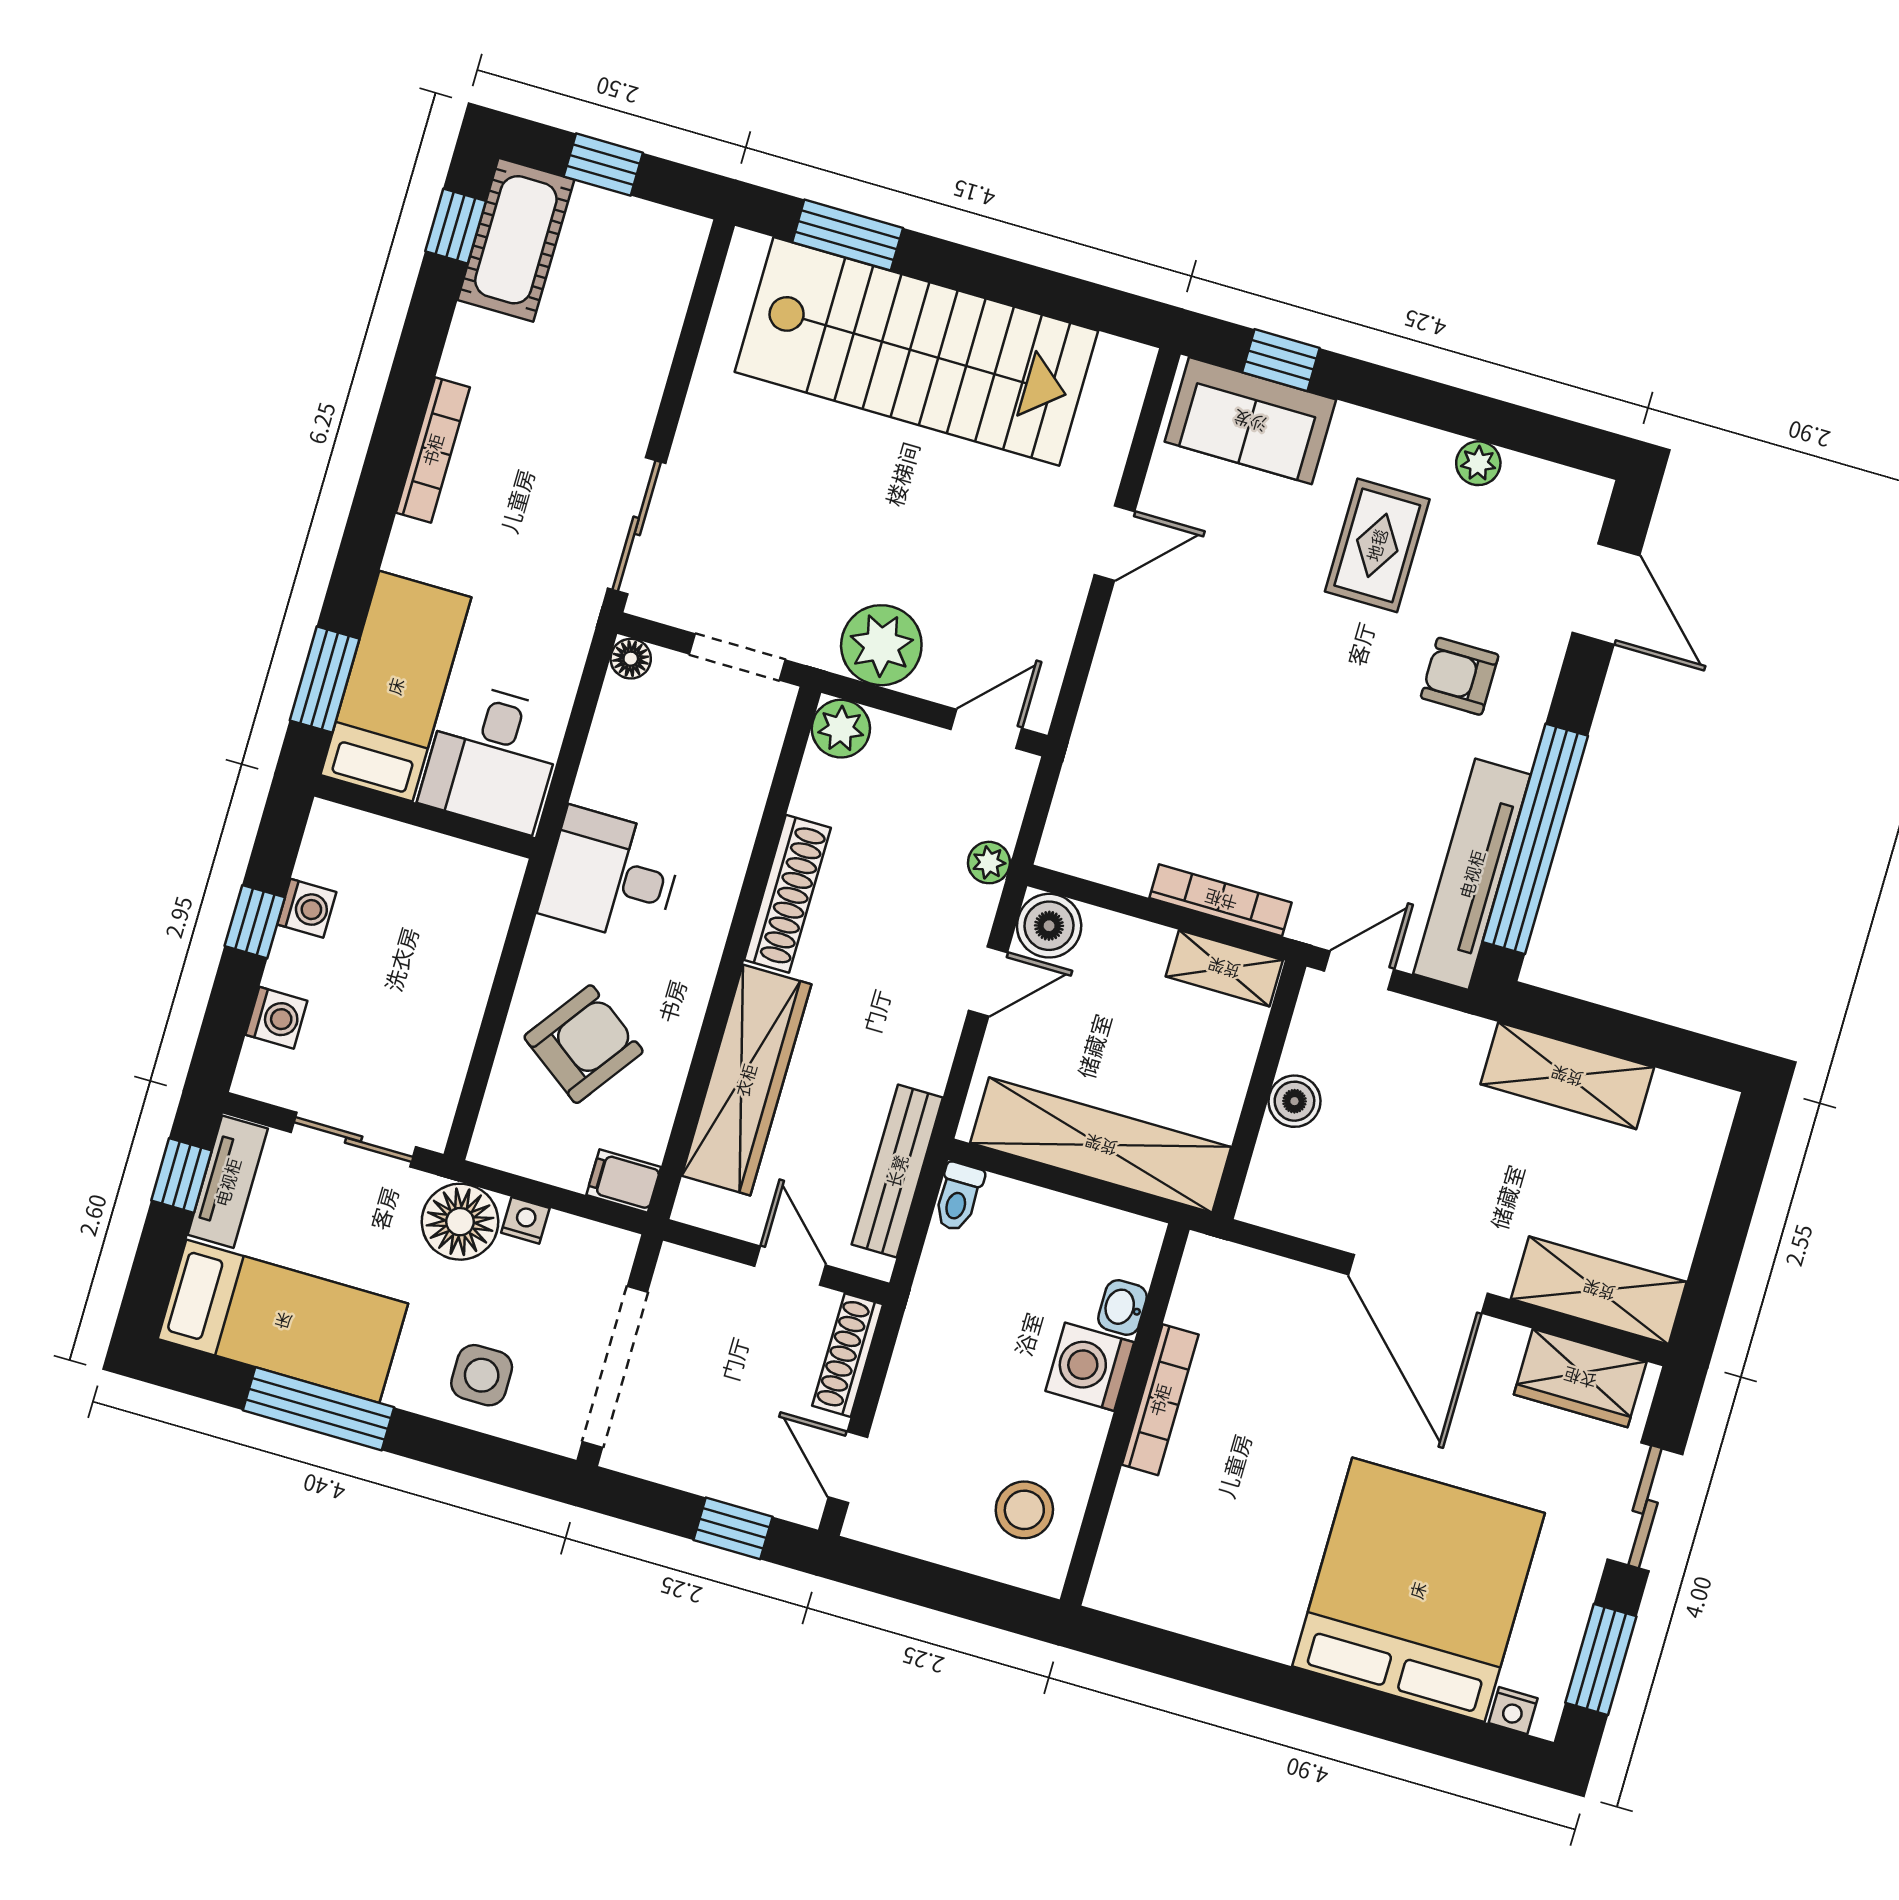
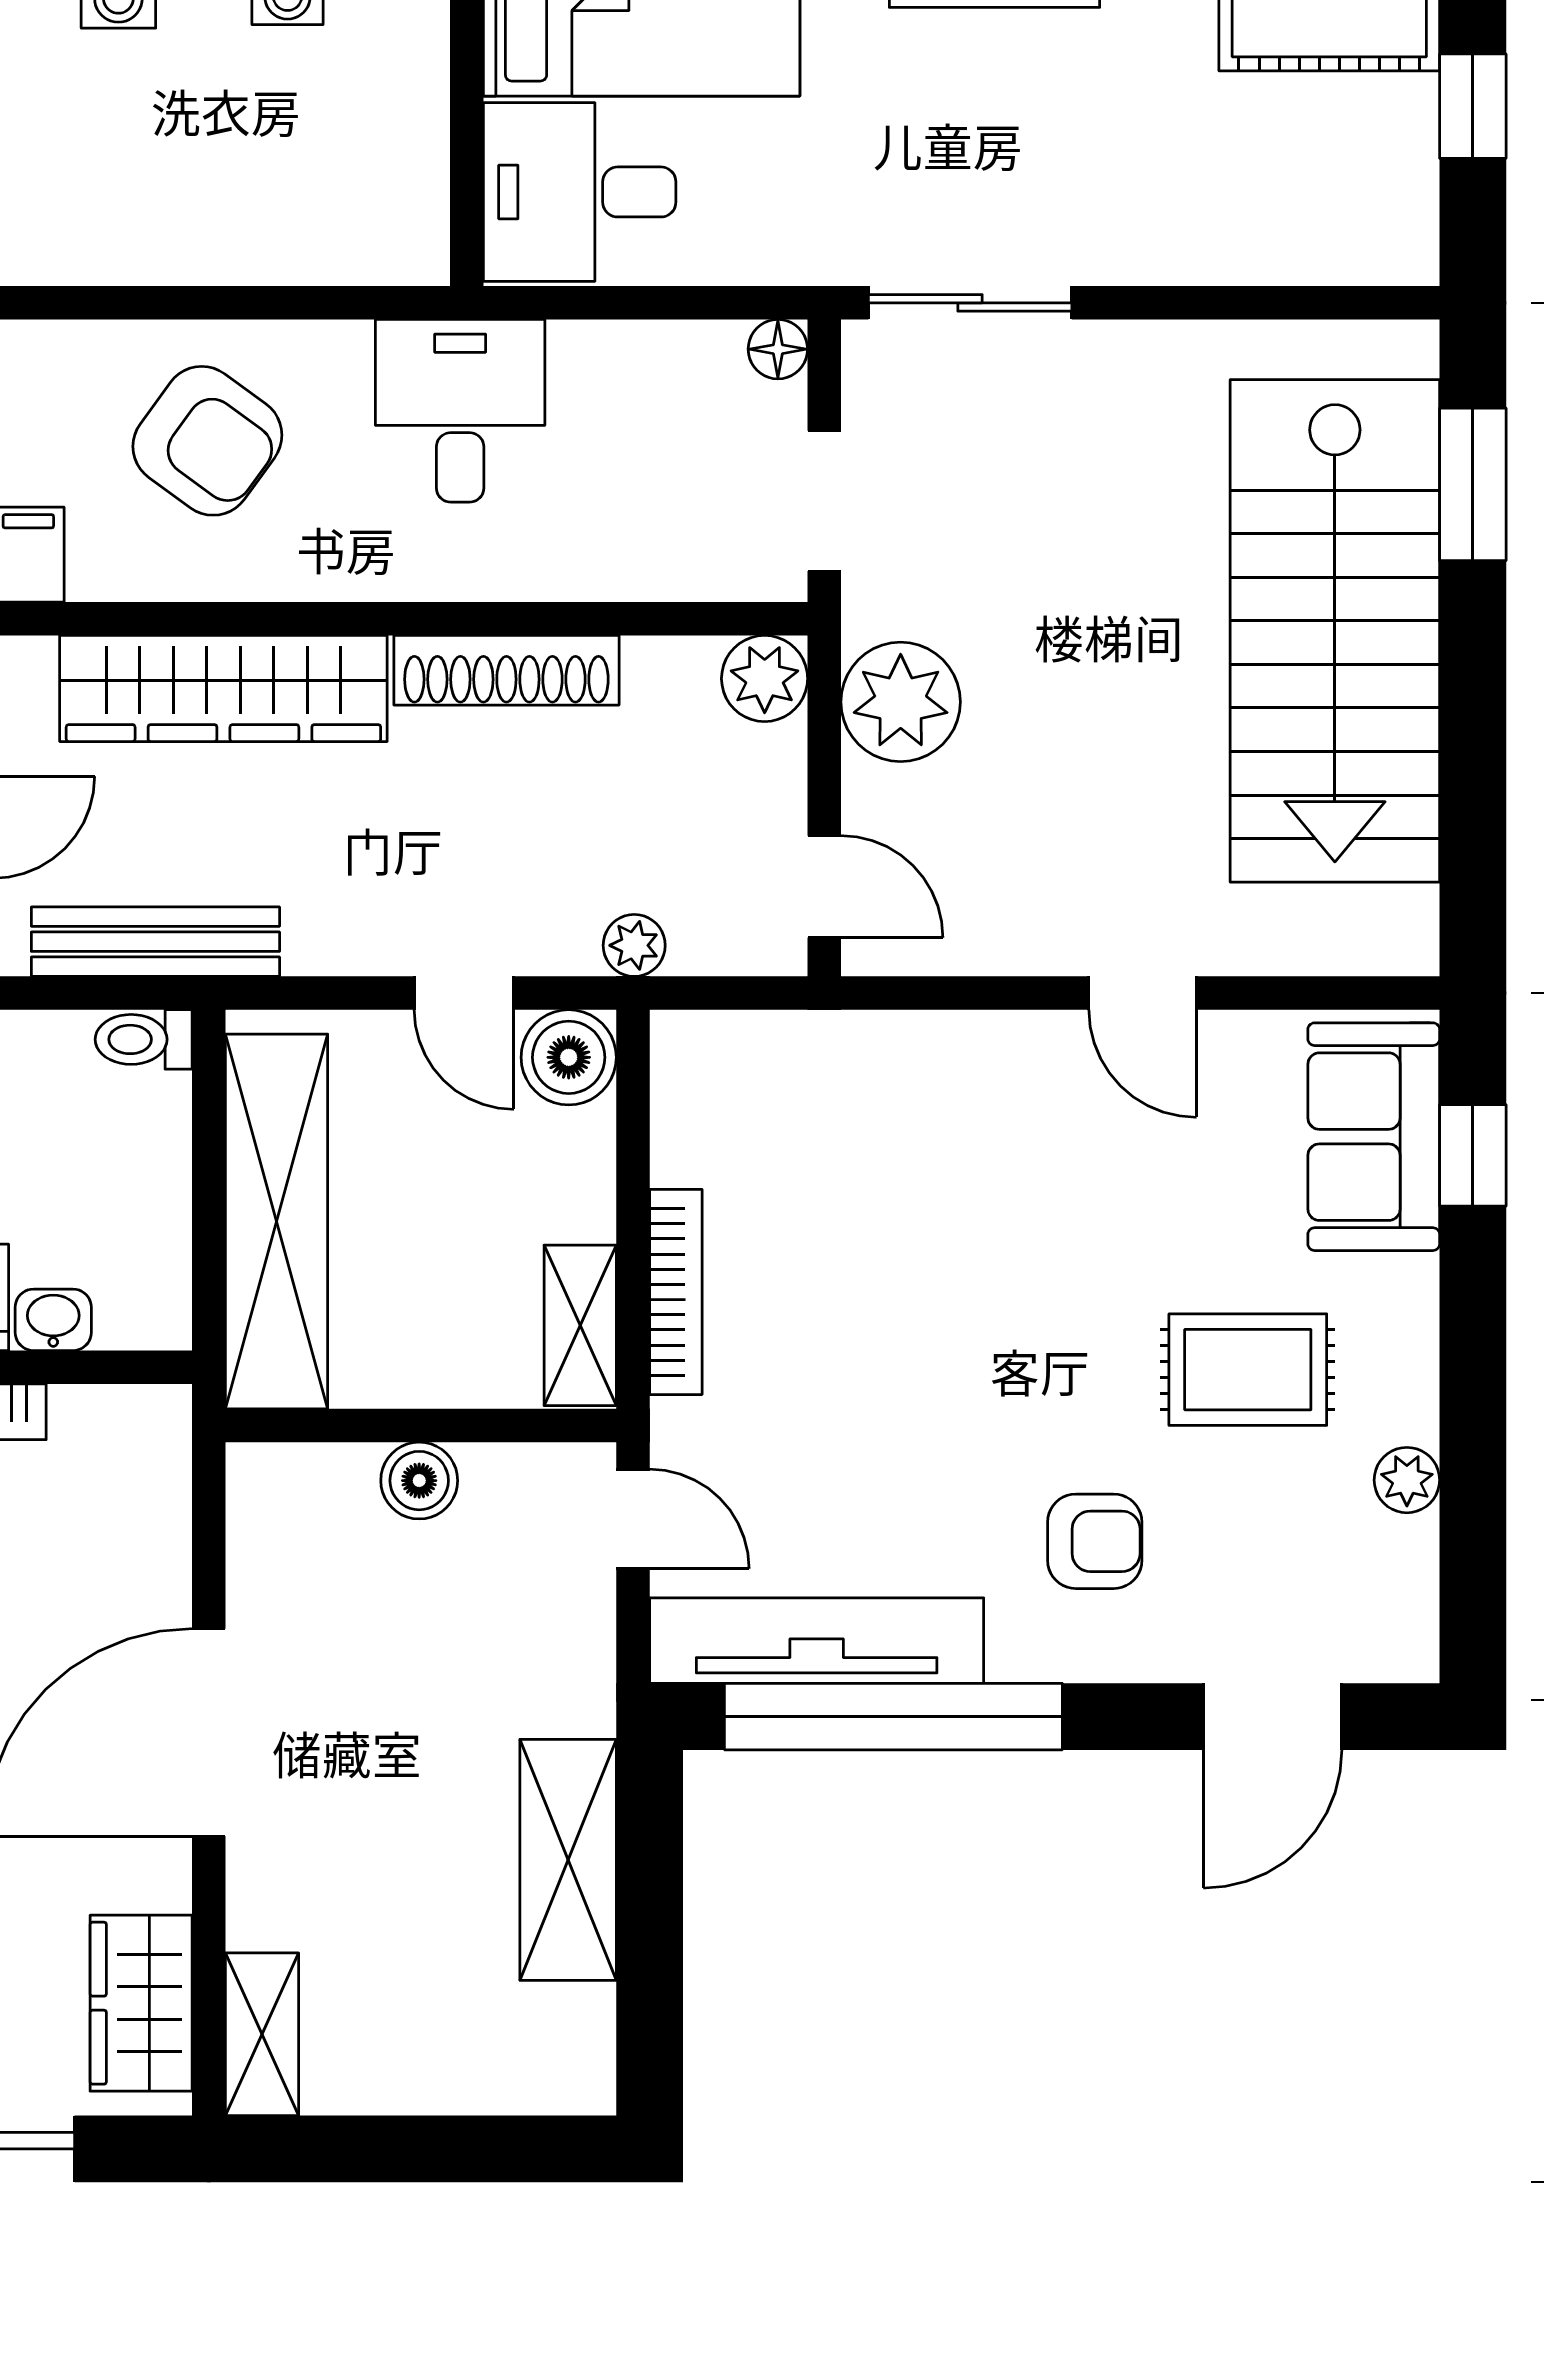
armchair: (1460, 676) -> (1095, 1541), turned 90
shelving: (1599, 1290) -> (262, 2034), width x0.67, depth x0.75

